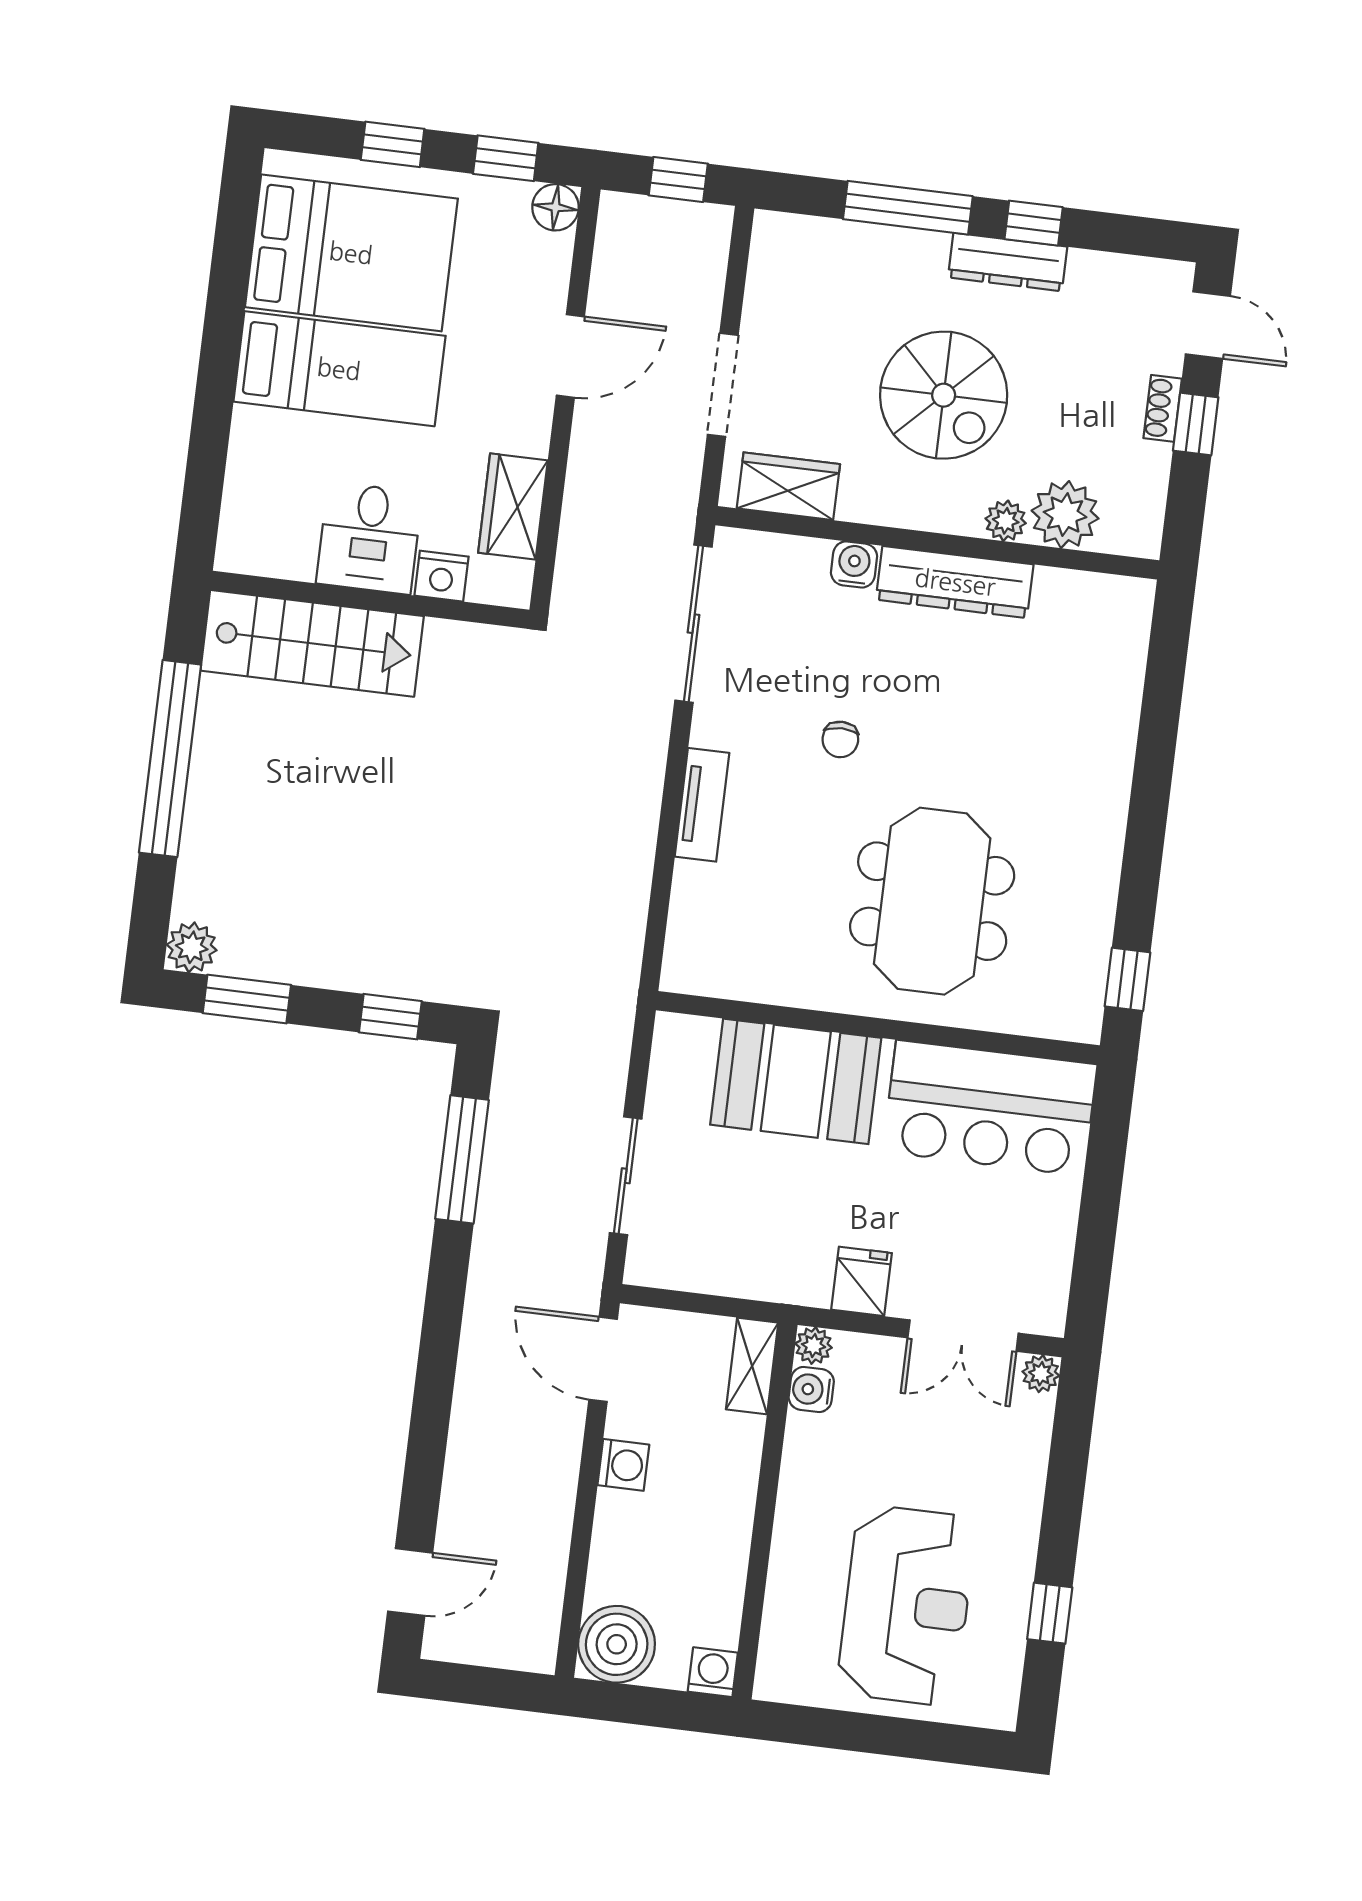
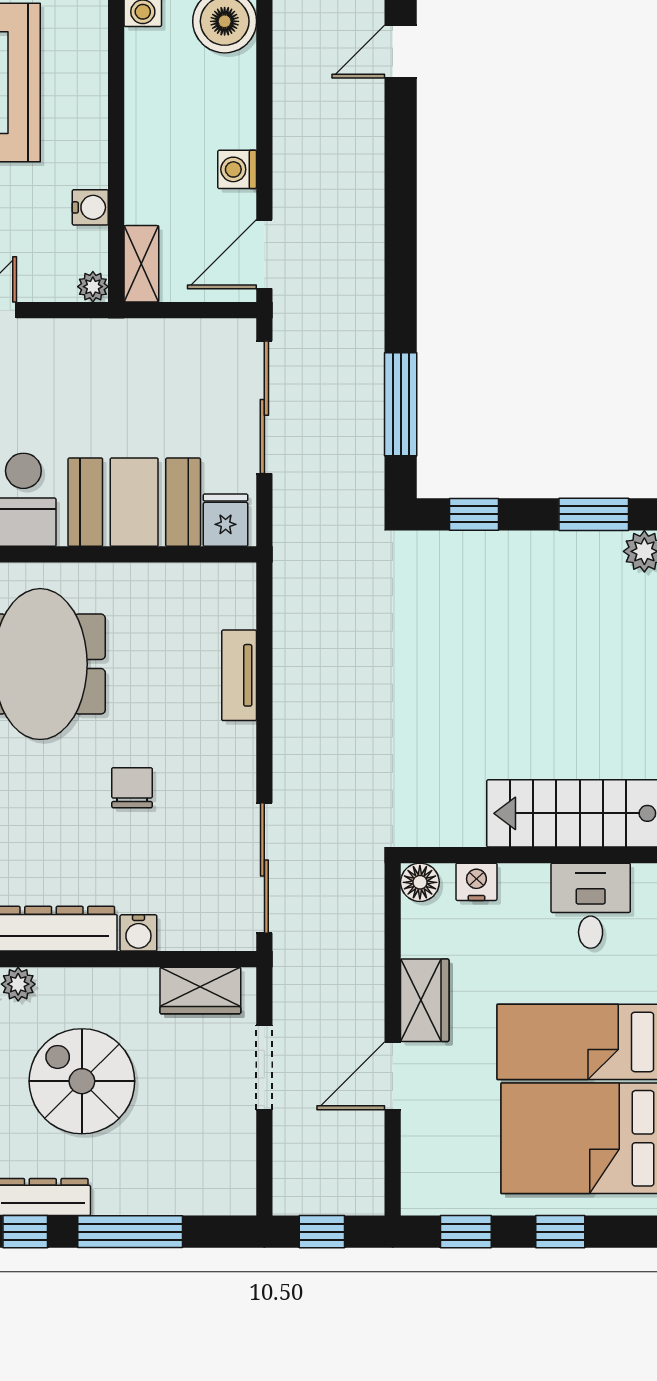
floor lamp: (555, 207) -> (420, 882), moved
wardrobe: (513, 507) -> (425, 1000), moved
desk: (369, 538) -> (591, 906), moved
chair: (840, 739) -> (132, 788), width x1.37, depth x1.37
tv unit: (702, 805) -> (239, 675), moved
sliding door: (626, 1176) -> (264, 407), width x1.37
fridge: (862, 1281) -> (226, 520), moved, turned 180
door: (603, 1359) -> (264, 254), swing flipped
water cooler: (811, 1390) -> (90, 207), moved

